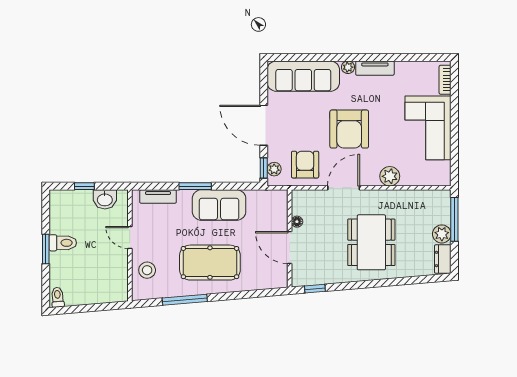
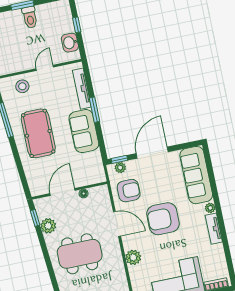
tv unit: (158, 196) -> (82, 89), width x1.41
plant: (328, 274) -> (48, 226), added

